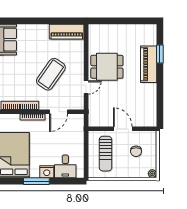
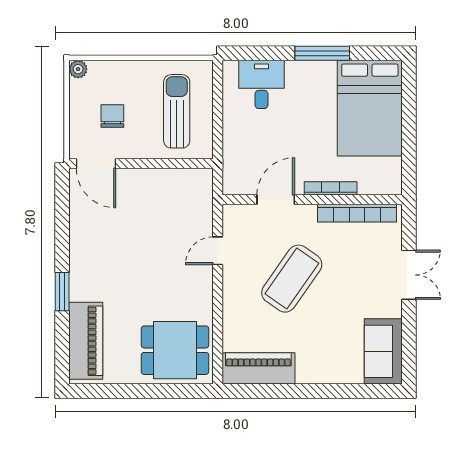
window: (160, 54) -> (62, 292), moved
piano: (149, 64) -> (86, 341), moved
dining table: (107, 67) -> (175, 350), moved
door: (123, 129) -> (96, 164), moved
nightstand: (47, 172) -> (300, 73), removed

